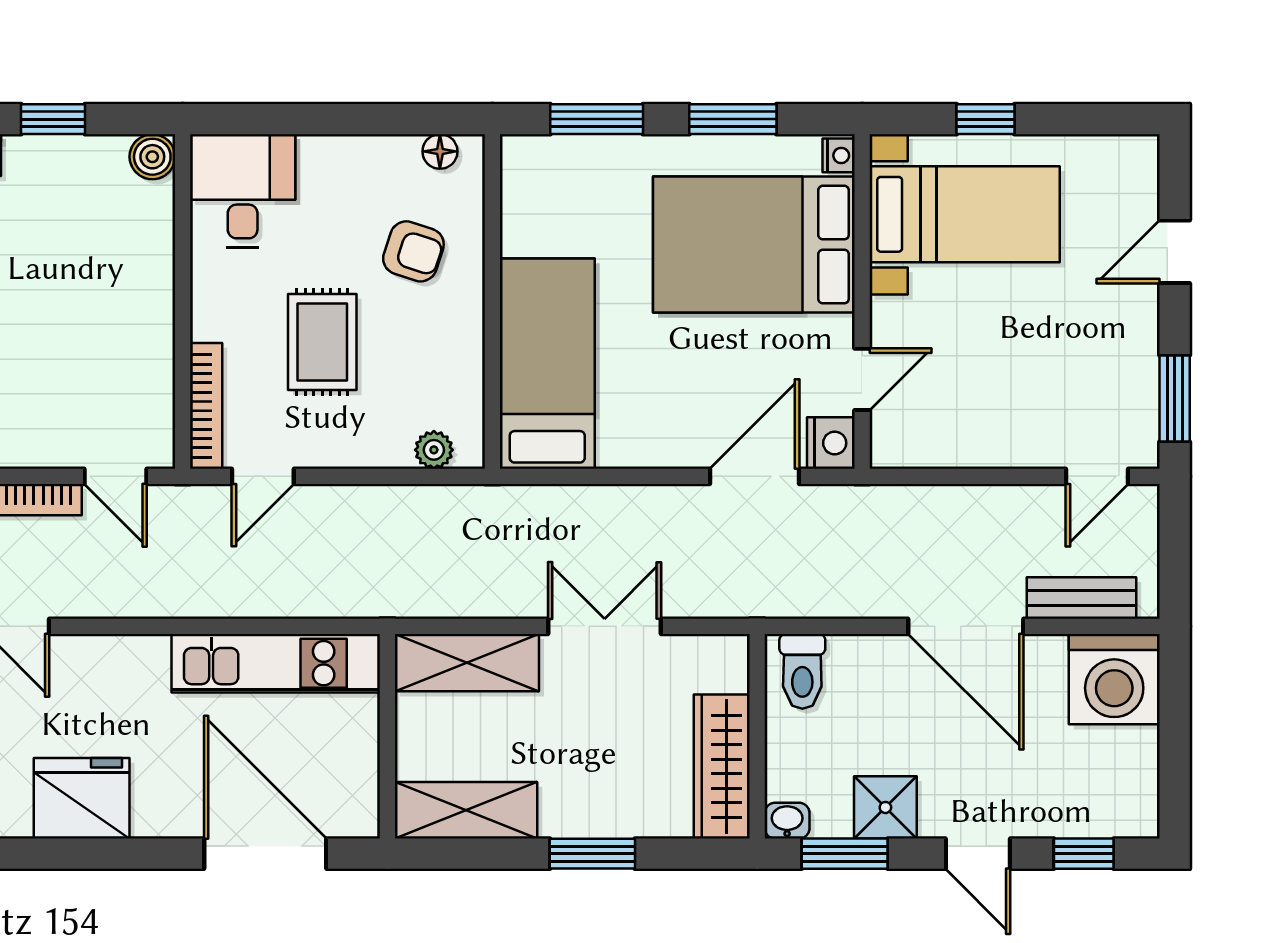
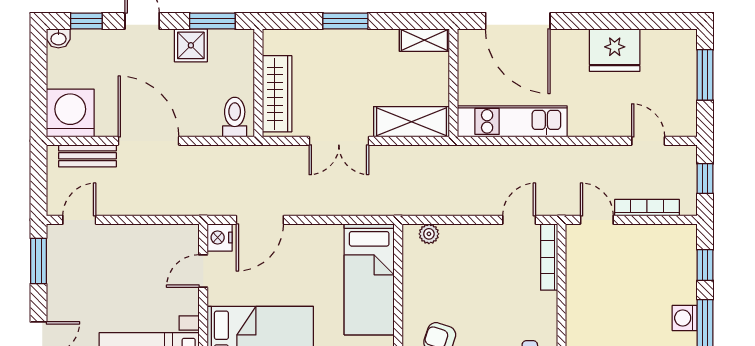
rug: (322, 342) -> (488, 291), removed
wardrobe: (722, 767) -> (277, 94), moved
shelving: (466, 810) -> (424, 40), width x0.67, depth x0.75
washbasin: (787, 821) -> (58, 38), moved

